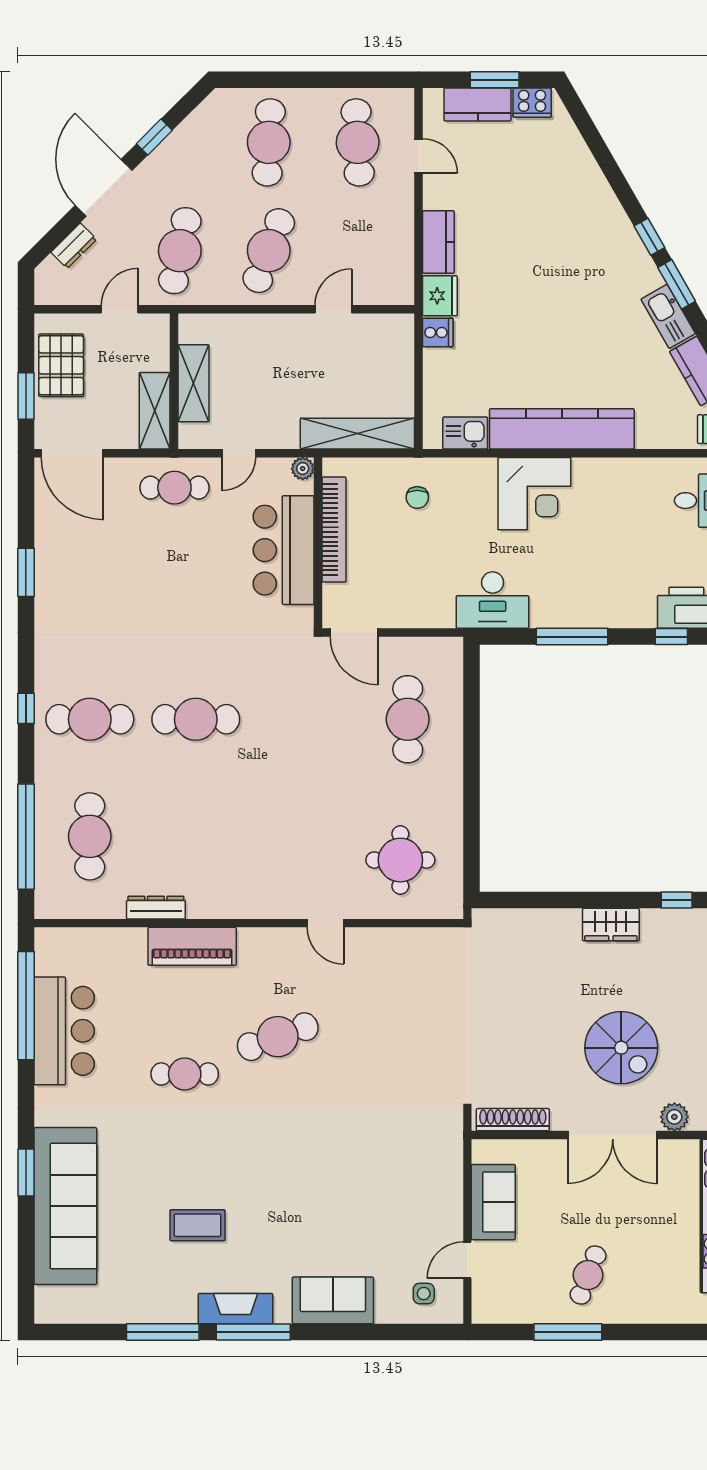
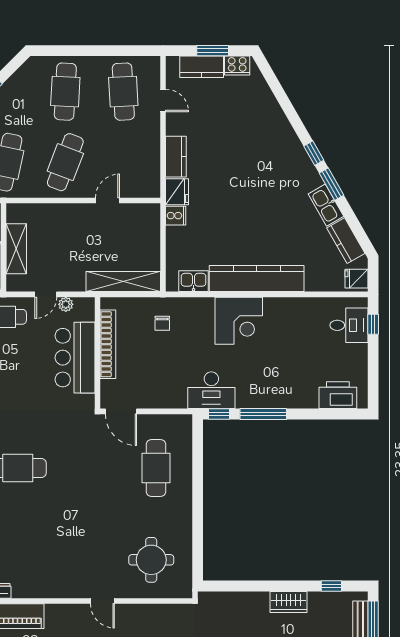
plant: (303, 469) -> (66, 304), moved
window: (671, 637) -> (219, 414), moved

